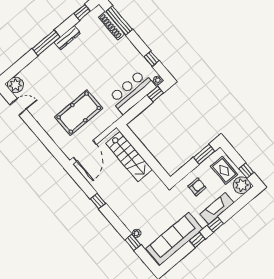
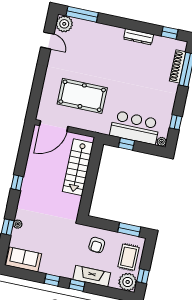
window: (46, 43) -> (82, 14), moved
window: (155, 94) -> (127, 144), moved
armchair: (197, 187) -> (97, 245), turned 95
window: (98, 201) -> (17, 183), moved
sofa: (174, 239) -> (24, 259), width x0.54, depth x0.79

